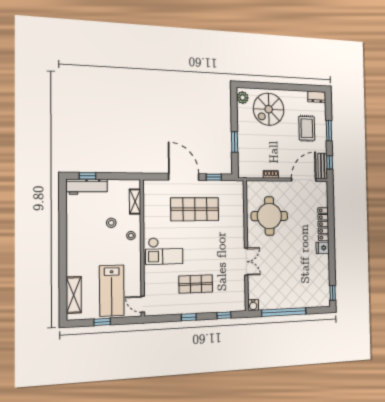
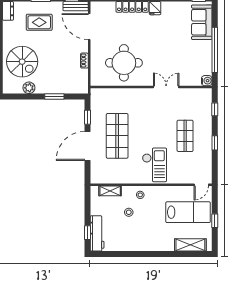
plant: (243, 98) -> (29, 88), moved
sofa: (310, 297) -> (202, 22), added

